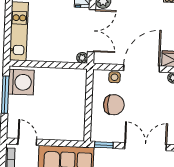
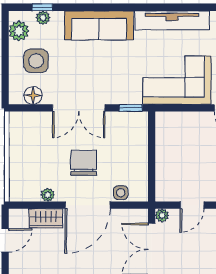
door: (58, 65) -> (192, 205), added
chair: (114, 105) -> (84, 163), moved, turned 90

